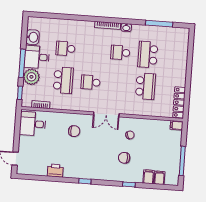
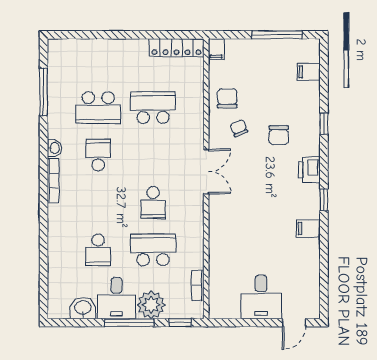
school desk: (120, 53) -> (98, 155), turned 180
desk: (33, 124) -> (261, 297), moved
chair: (74, 131) -> (227, 98), moved
printer: (55, 170) -> (309, 170), moved
filing cabinet: (149, 177) -> (308, 228), moved

